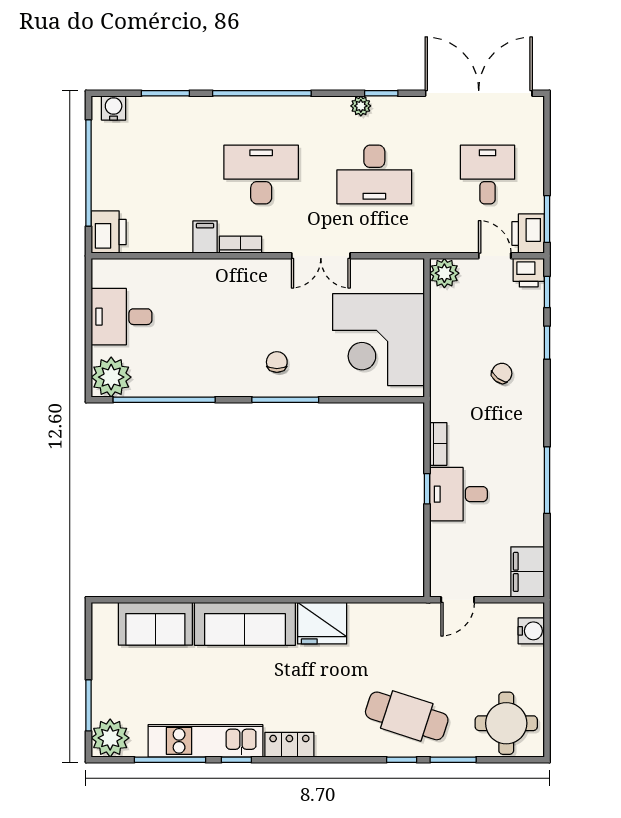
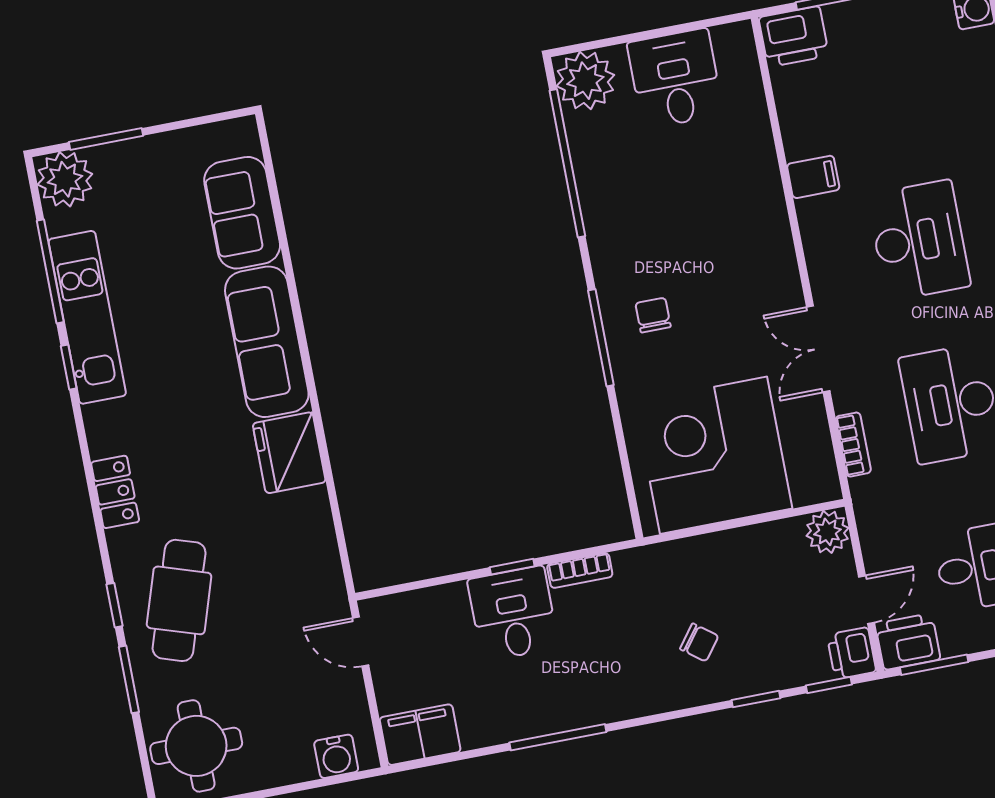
bookcase: (240, 245) -> (853, 445), moved
chair: (277, 362) -> (653, 315), turned -90
locker: (289, 745) -> (115, 492), moved

